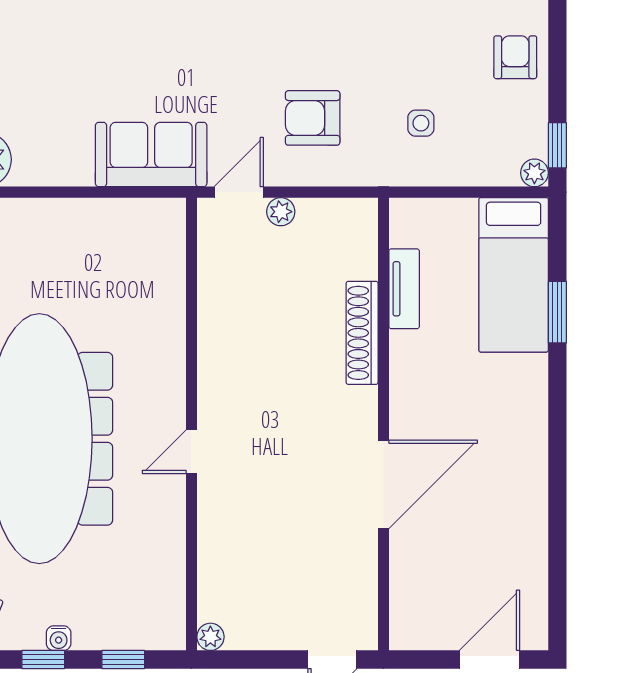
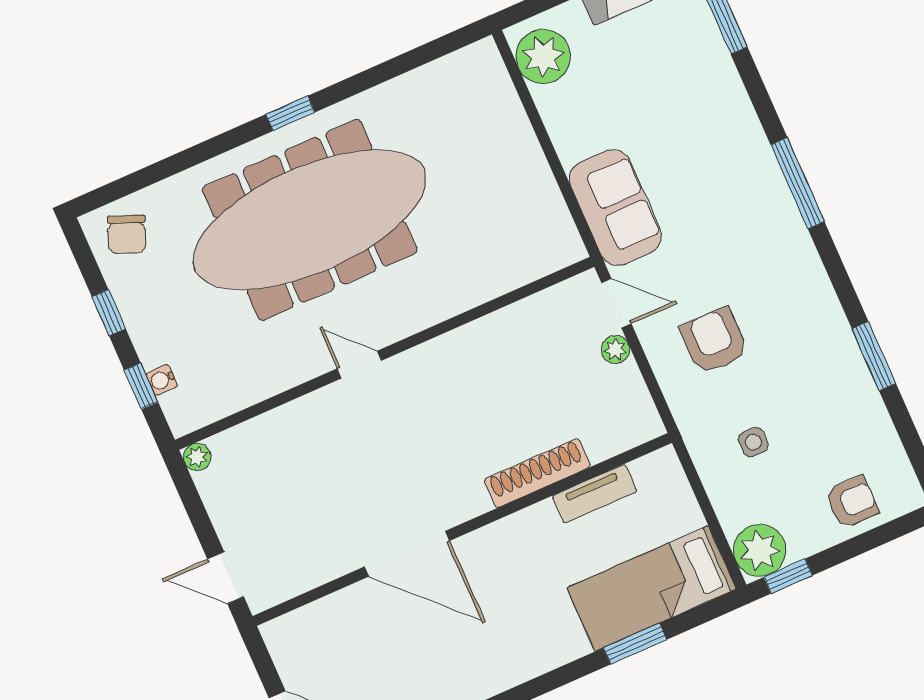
plant: (534, 173) -> (760, 550), width x1.88, depth x1.88
water cooler: (59, 638) -> (162, 380), moved

